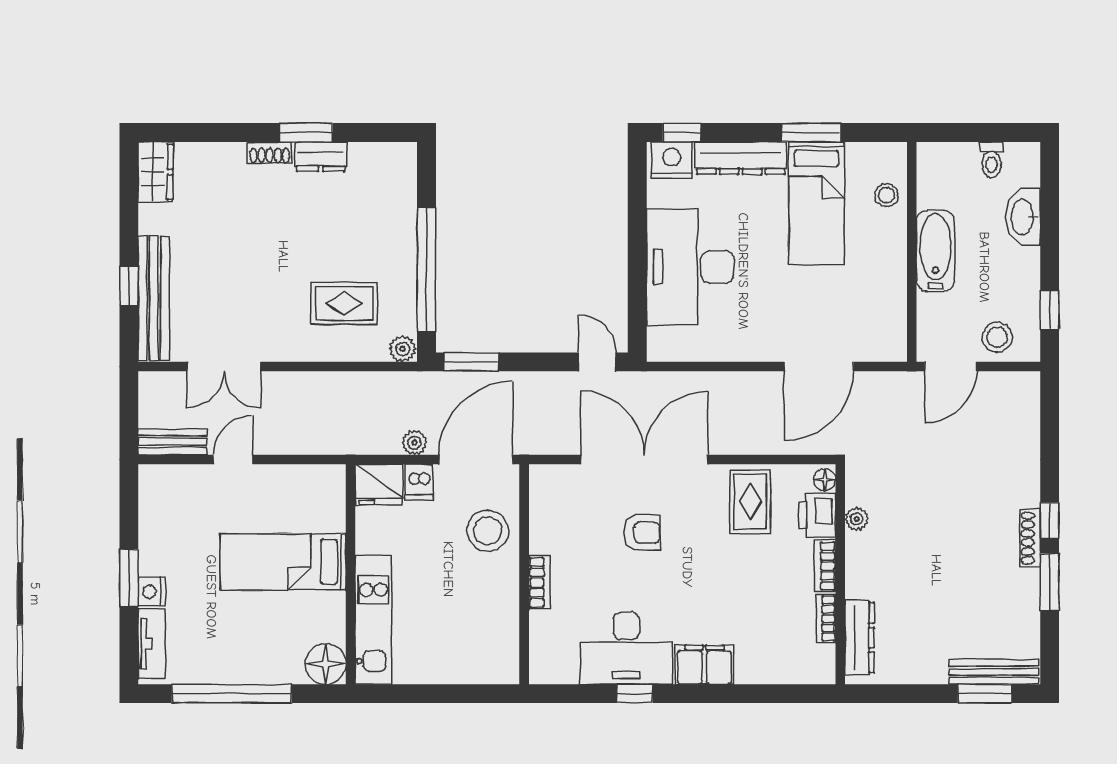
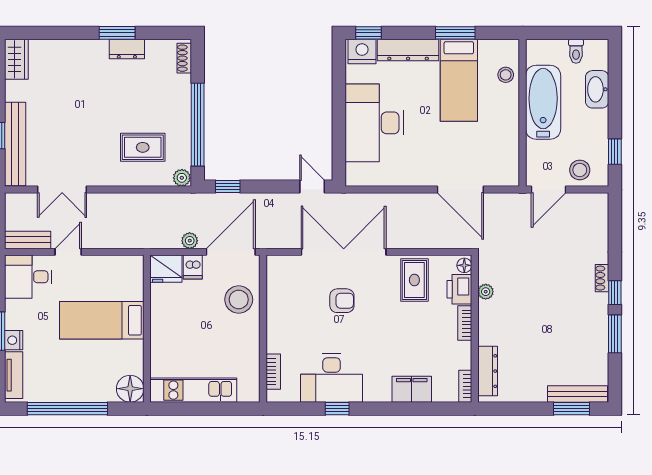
shoe rack: (270, 153) -> (184, 58), moved, turned 90
bathtub: (935, 251) -> (543, 102), width x1.36, depth x1.36
window: (471, 362) -> (228, 186), width x0.67
door: (819, 367) -> (460, 190), hinge flipped
desk: (173, 497) -> (28, 277), added
shoe rack: (1030, 538) -> (602, 278), moved, width x0.70
bookcase: (539, 582) -> (273, 372), moved
bookcase: (826, 618) -> (465, 386), moved
kitchen unit: (373, 620) -> (193, 390), moved, turned -90
filing cabinet: (704, 665) -> (412, 389), moved

